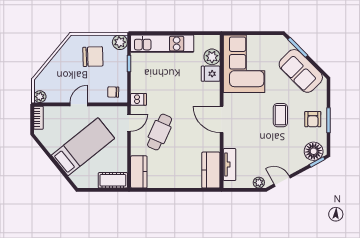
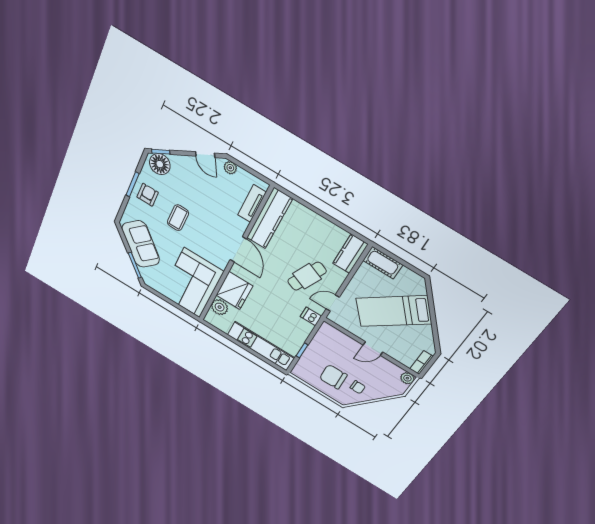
plant: (120, 42) -> (300, 372), removed
fridge: (211, 74) -> (234, 291), width x1.88, depth x1.34
chair: (113, 92) -> (358, 387), moved
kitchen counter: (211, 170) -> (269, 218), width x1.50

